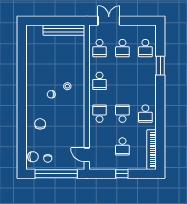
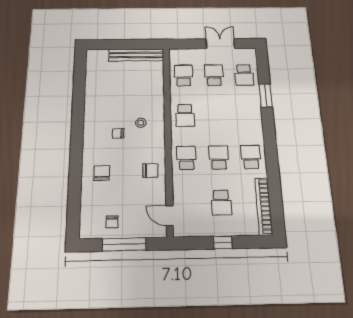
double door: (109, 21) -> (220, 44), moved
school desk: (100, 48) -> (184, 75), turned 180
school desk: (122, 48) -> (214, 75), turned 180
school desk: (145, 114) -> (251, 157), turned 180
chair: (33, 157) -> (150, 171), moved
window: (56, 174) -> (124, 244), width x0.68

